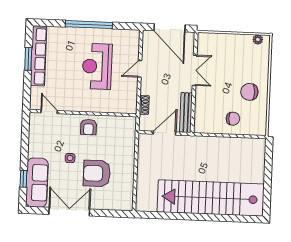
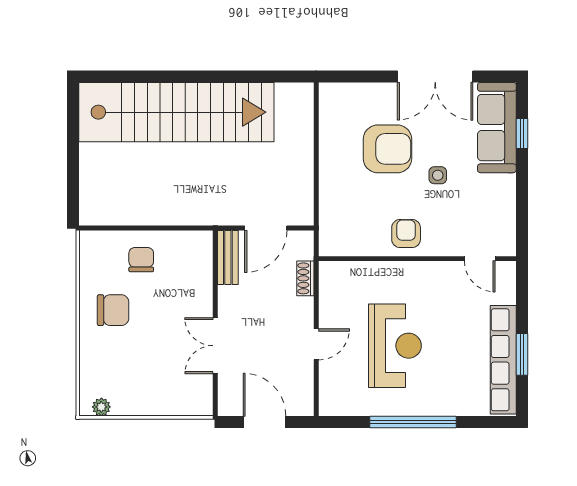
door: (169, 28) -> (265, 422), width x0.73
bench: (186, 113) -> (228, 257), width x0.73
chair: (233, 119) -> (141, 260), turned 90

